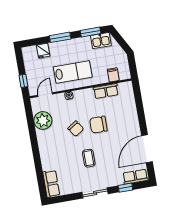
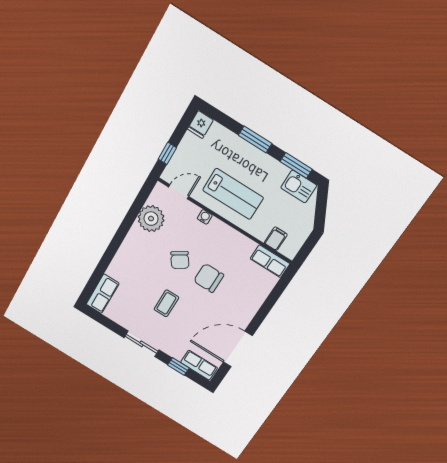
fridge: (43, 51) -> (200, 125), moved
row of seats: (106, 91) -> (270, 261), moved

